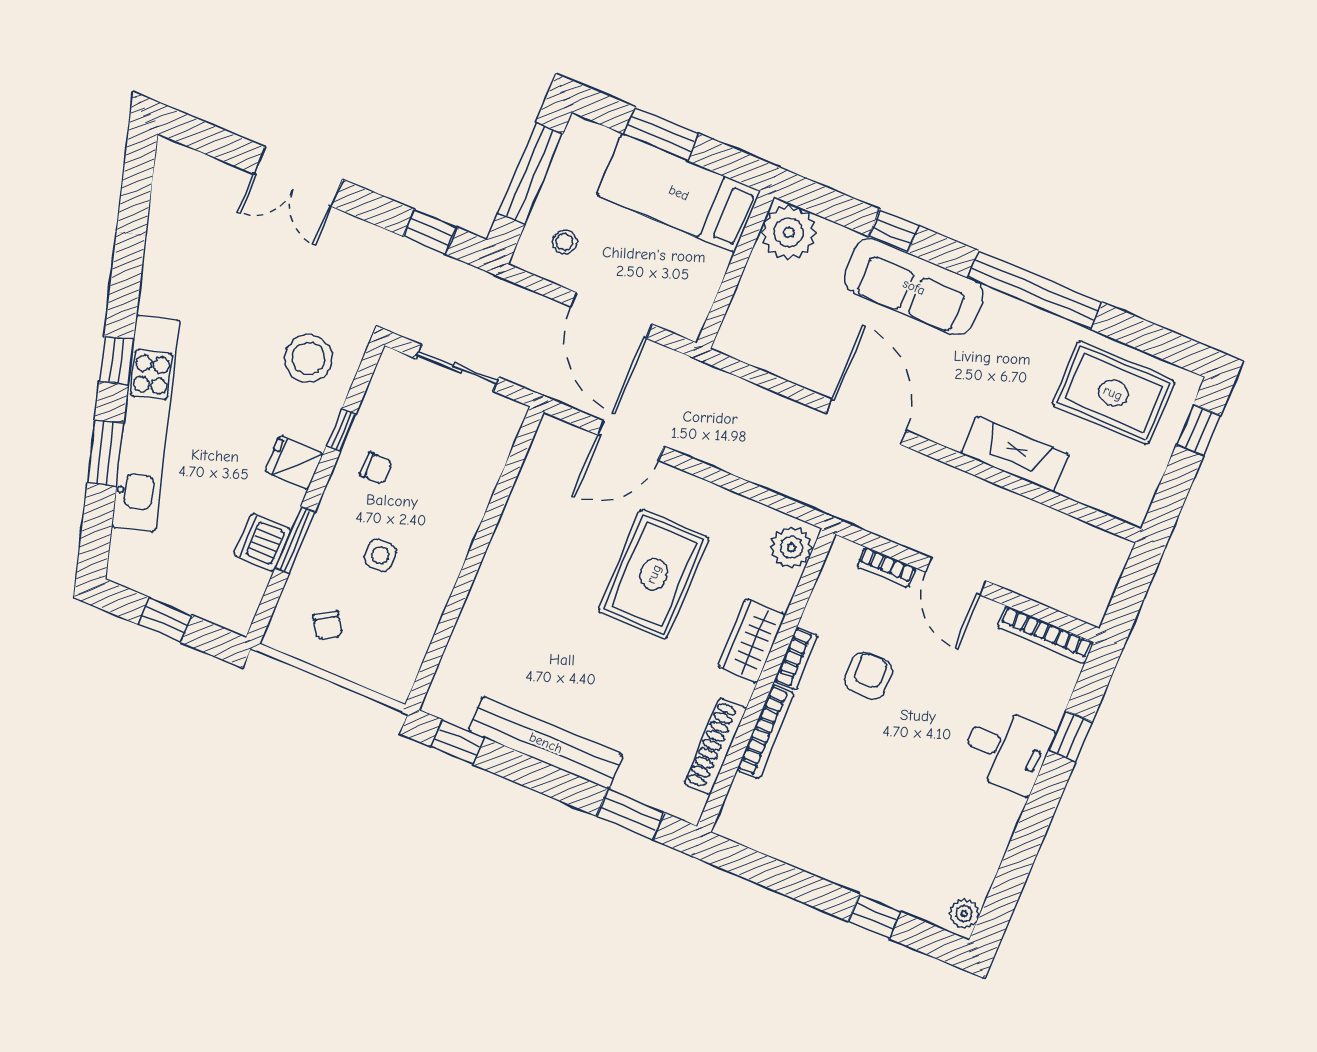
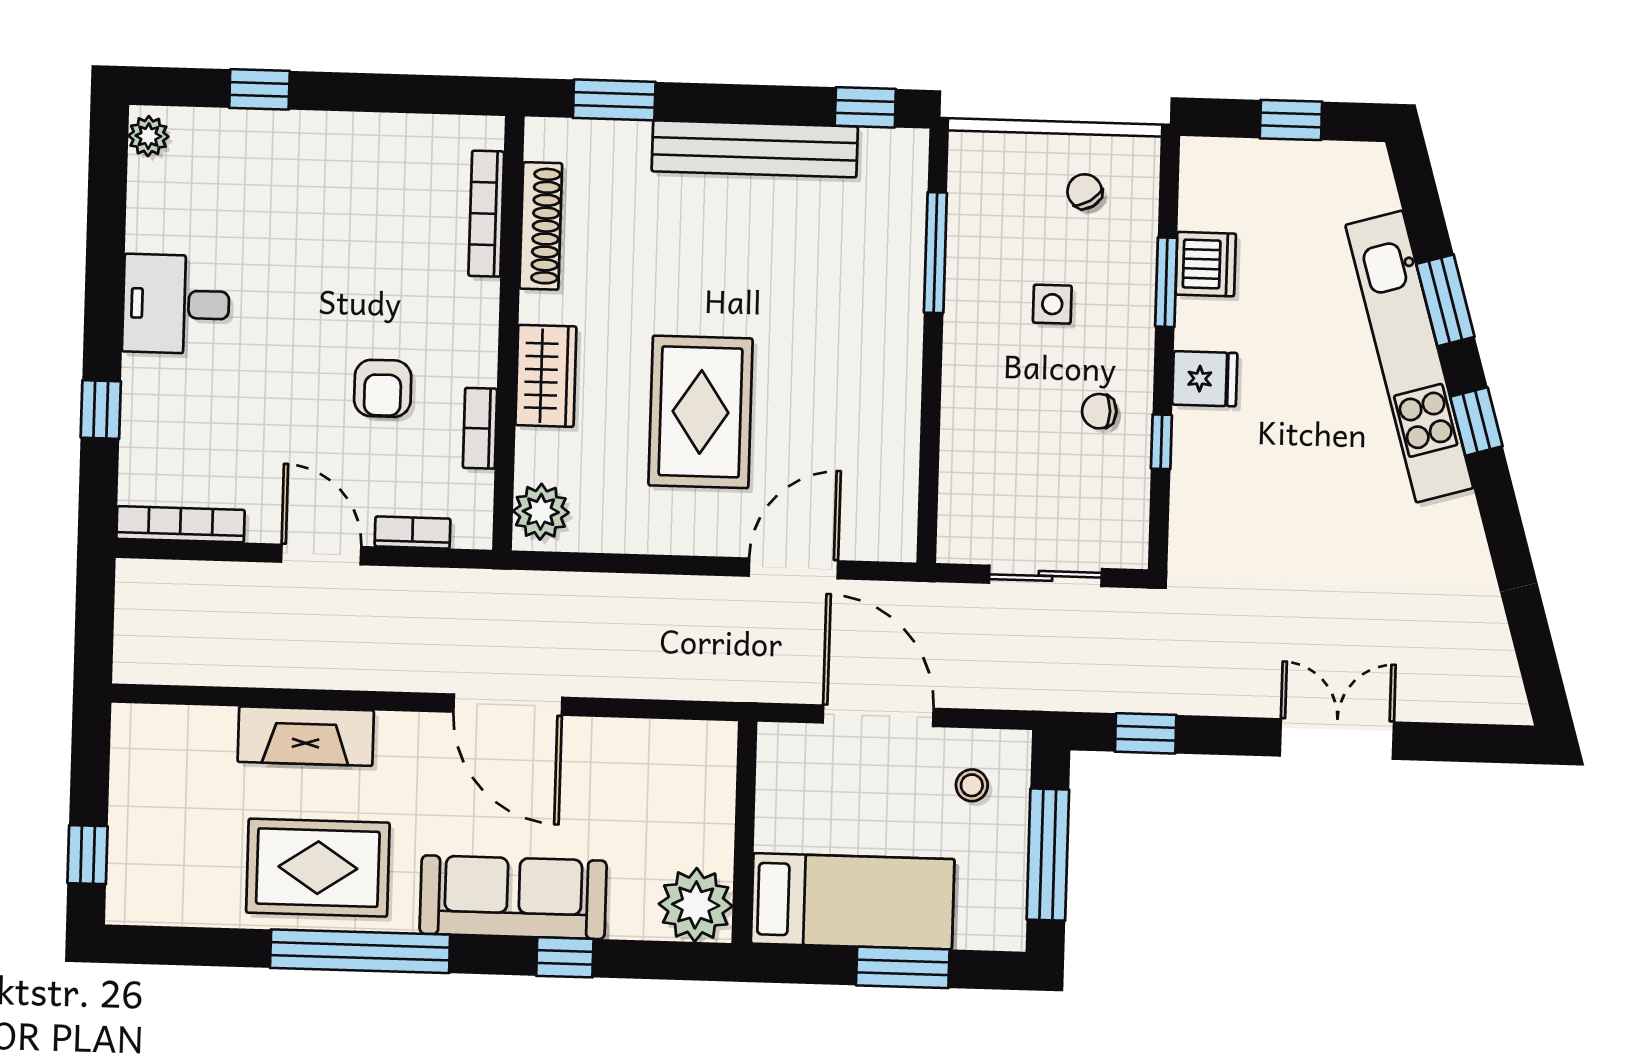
stool: (308, 358) -> (1237, 516), removed
rug: (1113, 393) -> (318, 868), moved
window: (448, 622) -> (935, 253), added
bookcase: (796, 659) -> (480, 428), moved
bookcase: (766, 732) -> (486, 214), moved
desk: (1006, 750) -> (176, 304), moved

